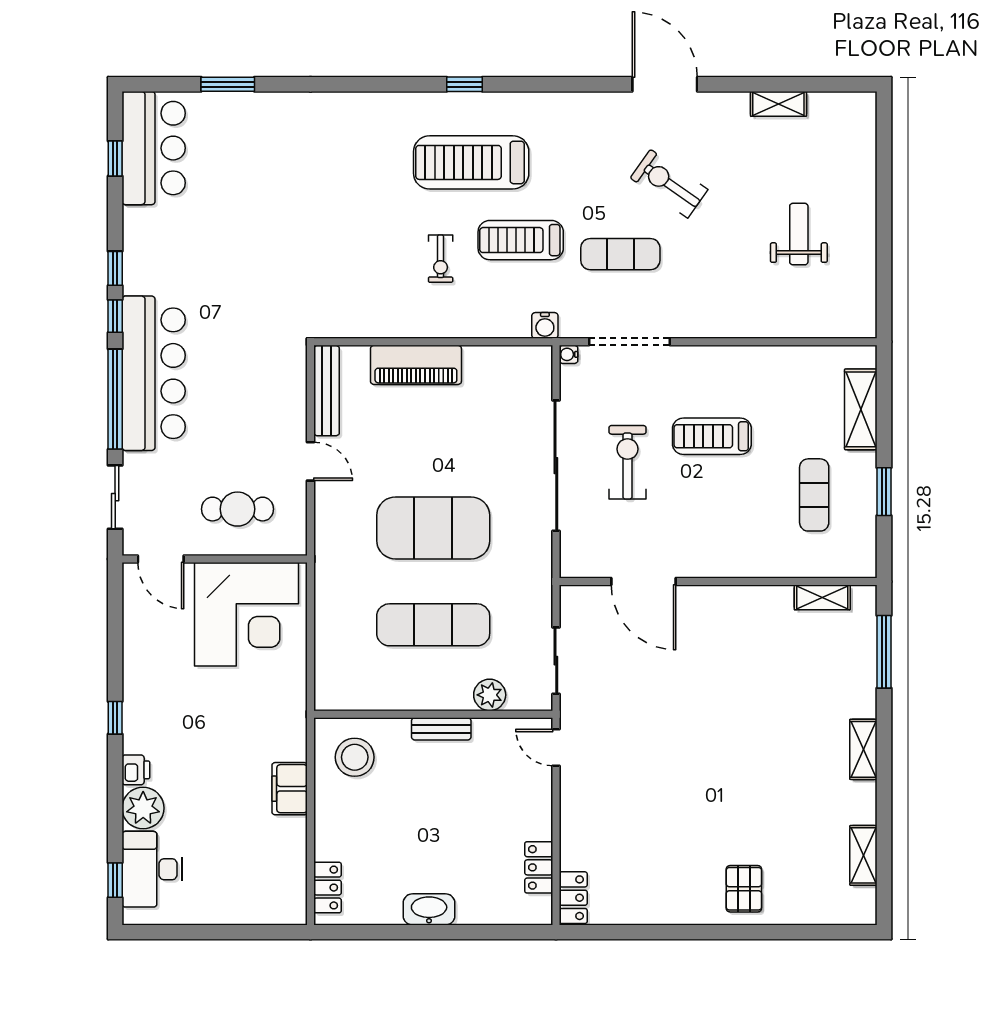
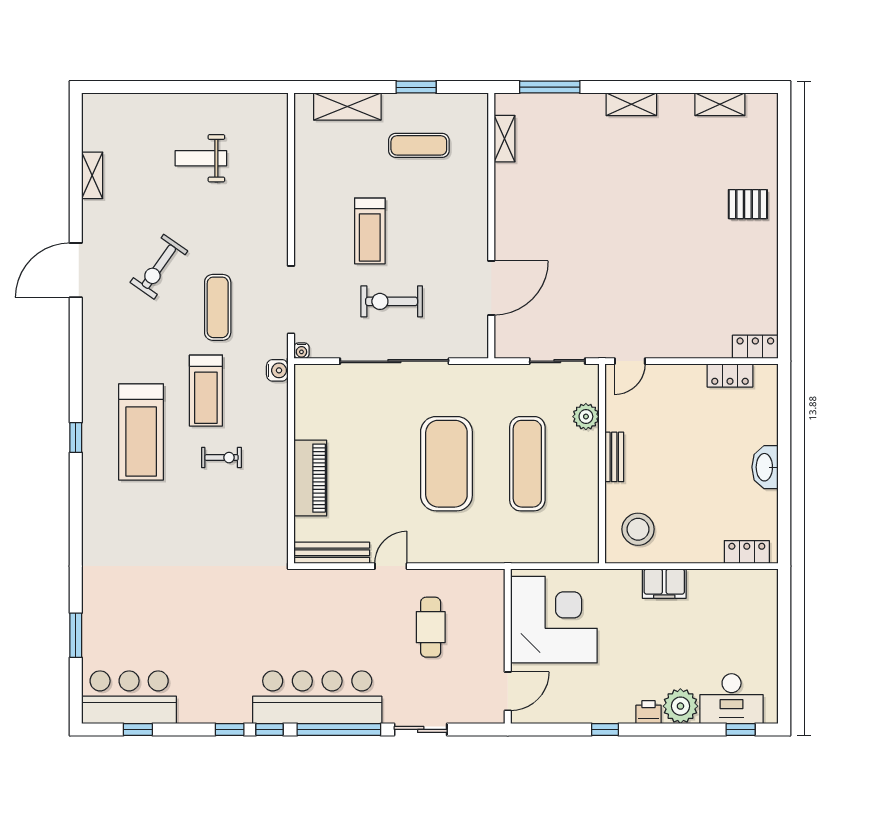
door: (161, 559) -> (508, 691), moved
wall: (215, 559) -> (508, 646), moved
corner desk: (247, 614) -> (554, 620), moved

